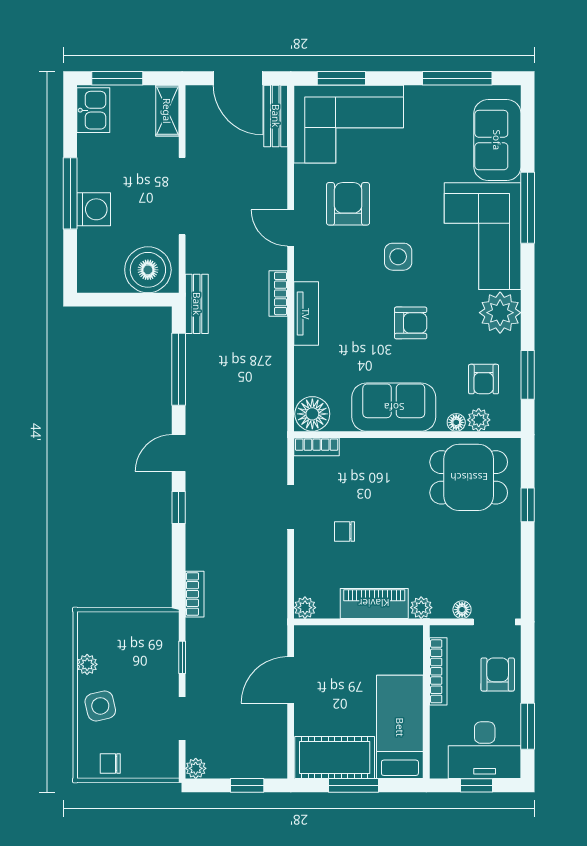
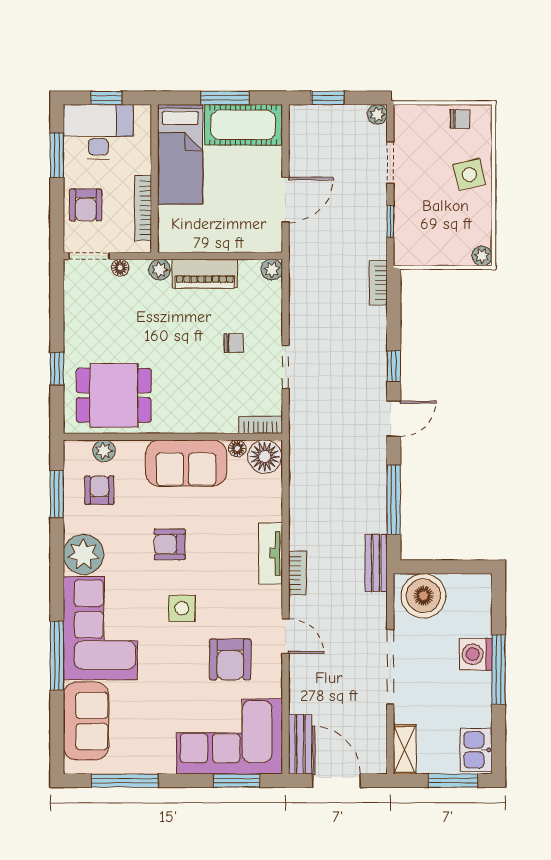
floor lamp: (456, 422) -> (237, 448), moved
plant: (87, 664) -> (482, 256), moved

